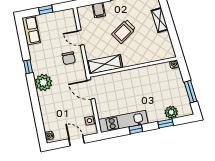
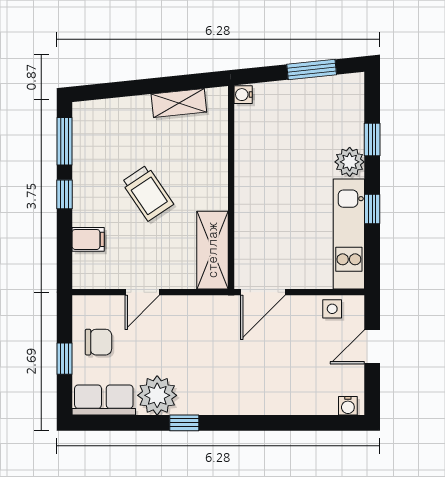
shelving: (160, 20) -> (179, 103), moved
chair: (69, 58) -> (98, 342), moved
plant: (43, 82) -> (157, 395), moved
plant: (171, 112) -> (350, 162), moved

